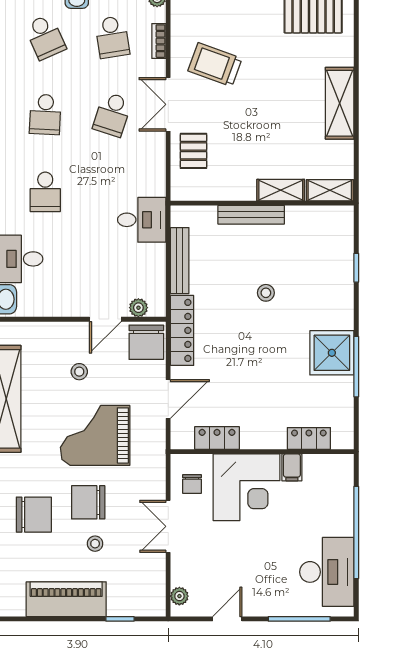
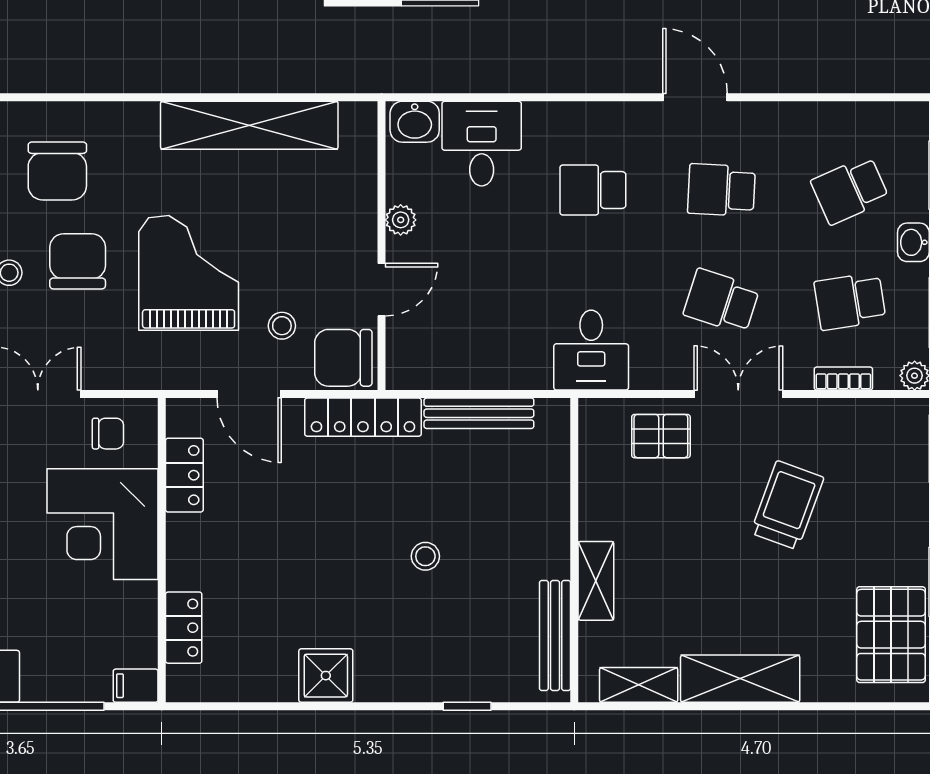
trolley: (215, 65) -> (787, 505), moved
shelving: (330, 190) -> (639, 685), moved, turned 90
bench: (251, 215) -> (555, 635), moved
desk: (142, 220) -> (591, 350), moved
plant: (138, 308) -> (401, 220), moved
door: (105, 319) -> (382, 290), swing flipped
shower: (332, 353) -> (326, 676), width x0.73, depth x0.73
window: (356, 367) -> (303, 706), removed
stool: (79, 372) -> (282, 326), moved
filing cabinet: (292, 467) -> (136, 686), moved
chair: (192, 484) -> (108, 434), turned 180

